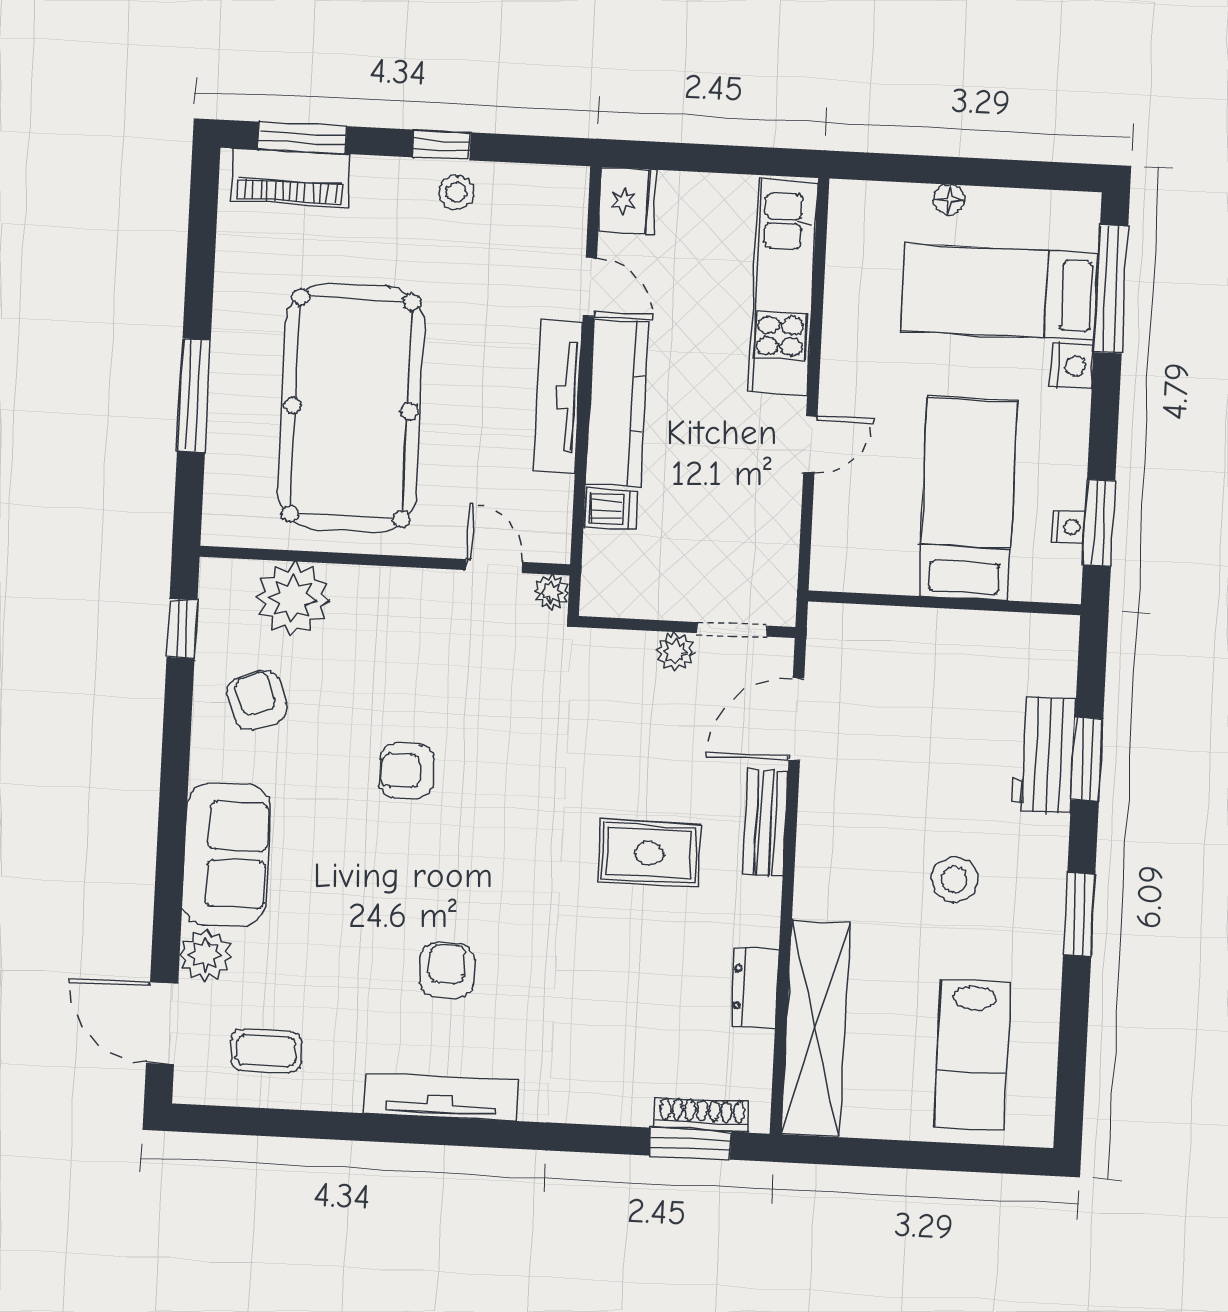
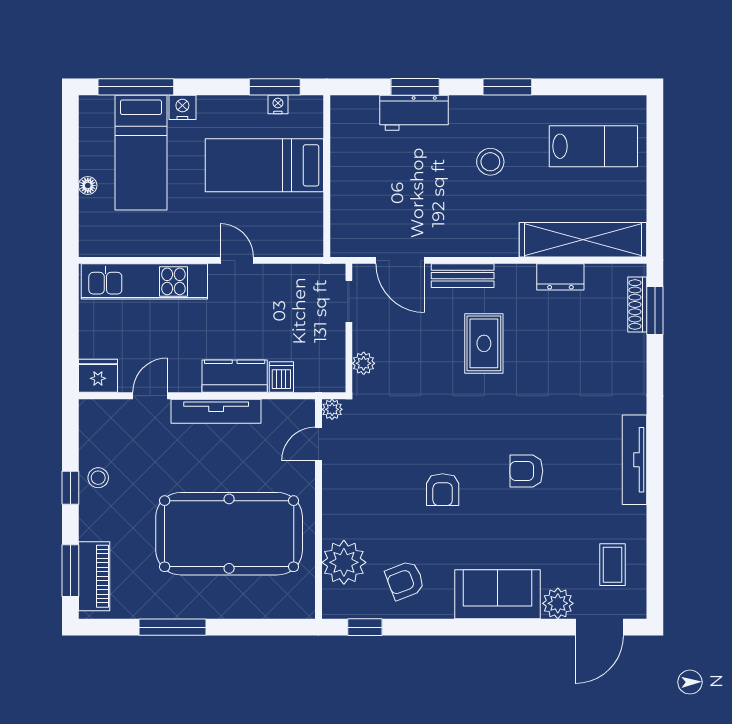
window: (194, 395) -> (172, 627), moved
kitchen counter: (617, 403) -> (235, 376), width x0.67
plant: (675, 651) -> (364, 363), moved
armchair: (447, 971) -> (526, 471), moved

